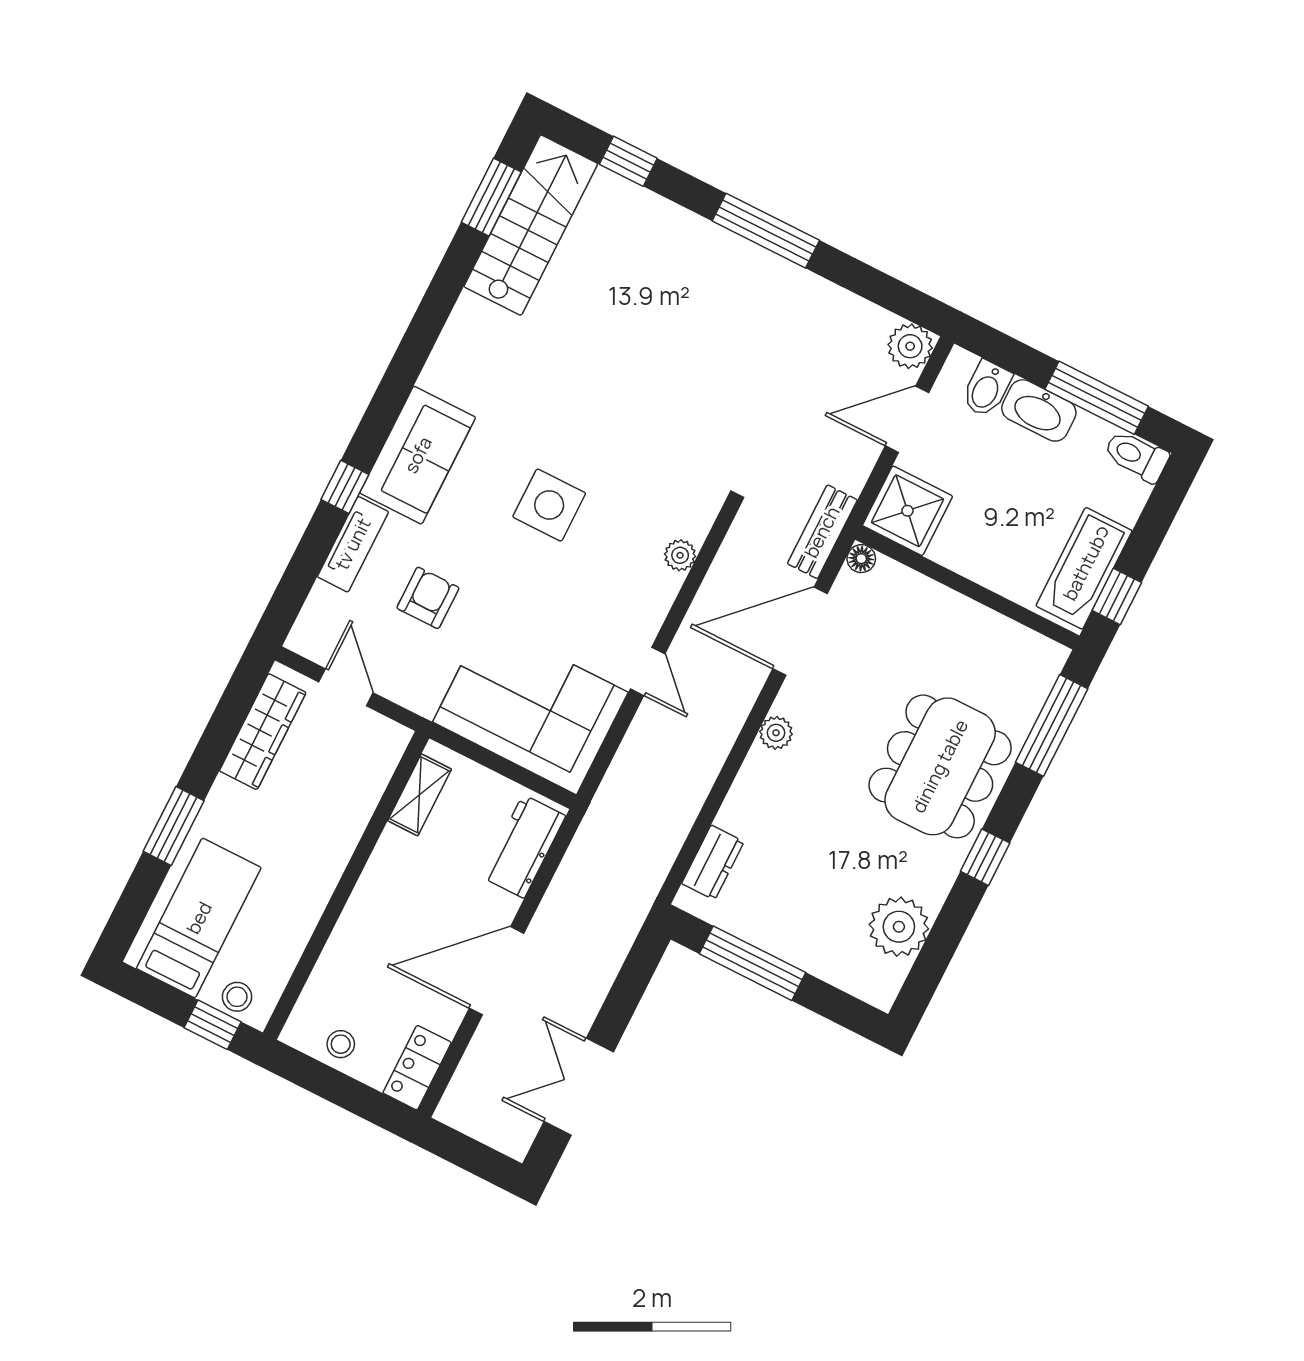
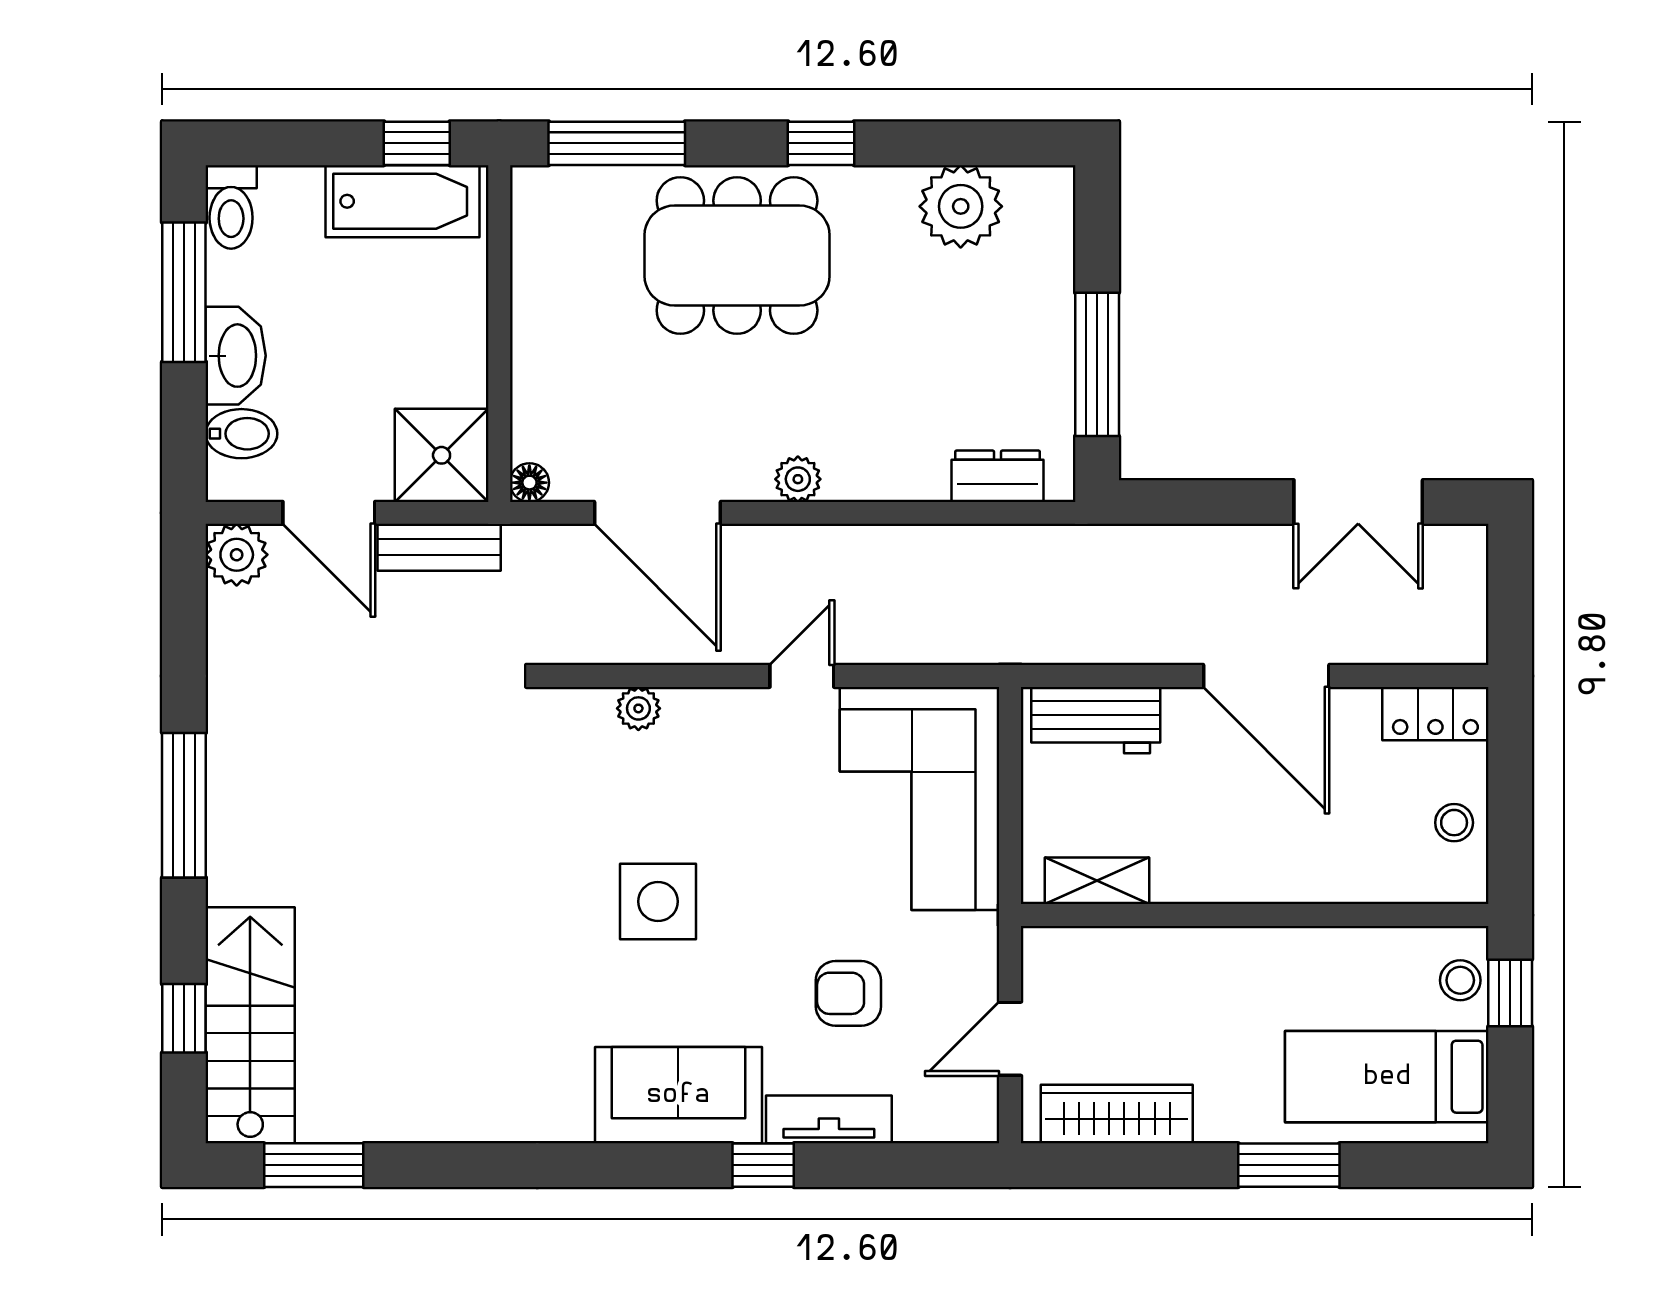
stairs: (531, 225) -> (250, 1025), moved, turned 90
bench: (822, 532) -> (439, 547), moved

